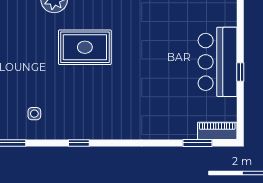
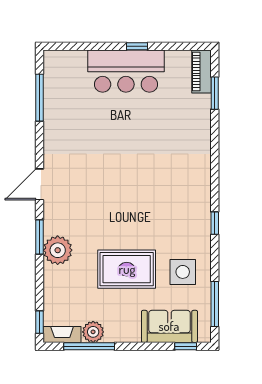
rug: (85, 47) -> (127, 269), moved, turned 90
side table: (34, 114) -> (183, 272), width x1.87, depth x1.87

